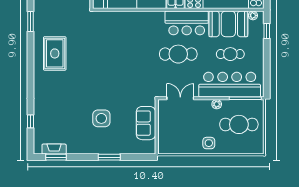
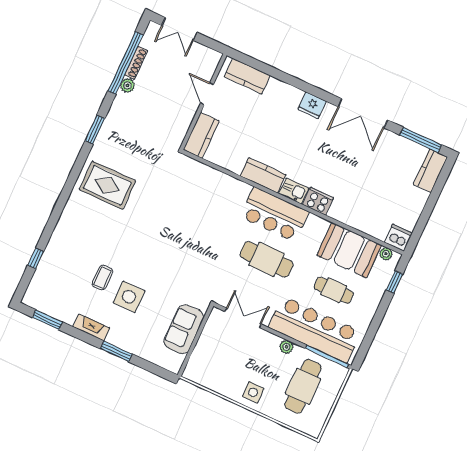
bar counter: (187, 23) -> (275, 214), moved
rug: (55, 53) -> (107, 185), turned 90
coffee table: (79, 114) -> (102, 278), added
cafe table: (239, 124) -> (303, 386), turned 90
fireplace: (54, 149) -> (91, 327), moved

